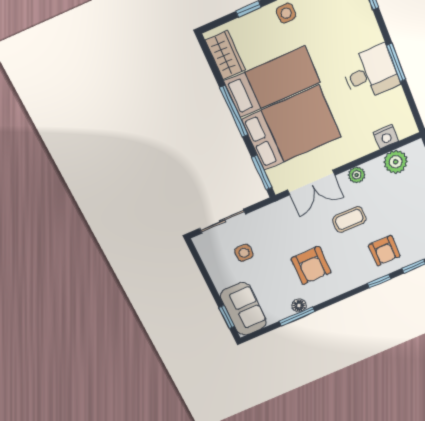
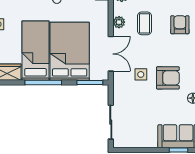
coffee table: (349, 219) -> (144, 23), moved
armchair: (384, 251) -> (180, 25), turned -90
side table: (244, 253) -> (141, 74), moved

